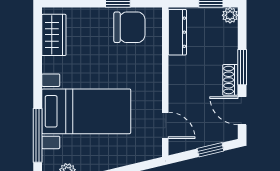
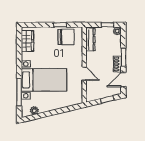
door: (242, 111) -> (123, 80), hinge flipped
door: (165, 125) -> (84, 74), moved

